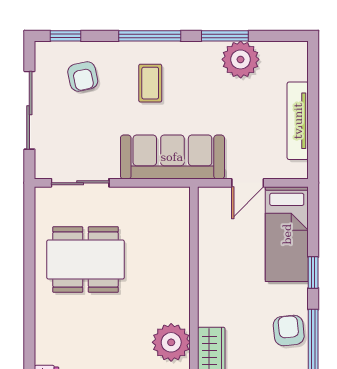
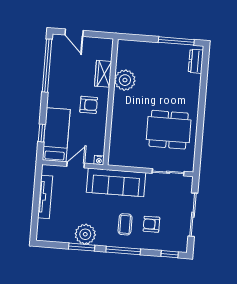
plant: (241, 59) -> (85, 234), moved
armchair: (83, 76) -> (151, 224), moved, turned -78
nightstand: (206, 195) -> (99, 160), added
window: (313, 272) -> (42, 133), moved
armchair: (289, 330) -> (89, 105), moved, turned -84

